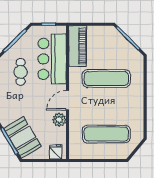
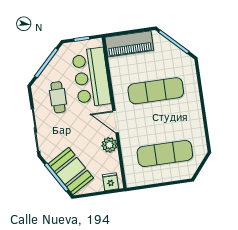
piano: (78, 46) -> (129, 44), moved, turned 90
door: (67, 100) -> (115, 122), hinge flipped

